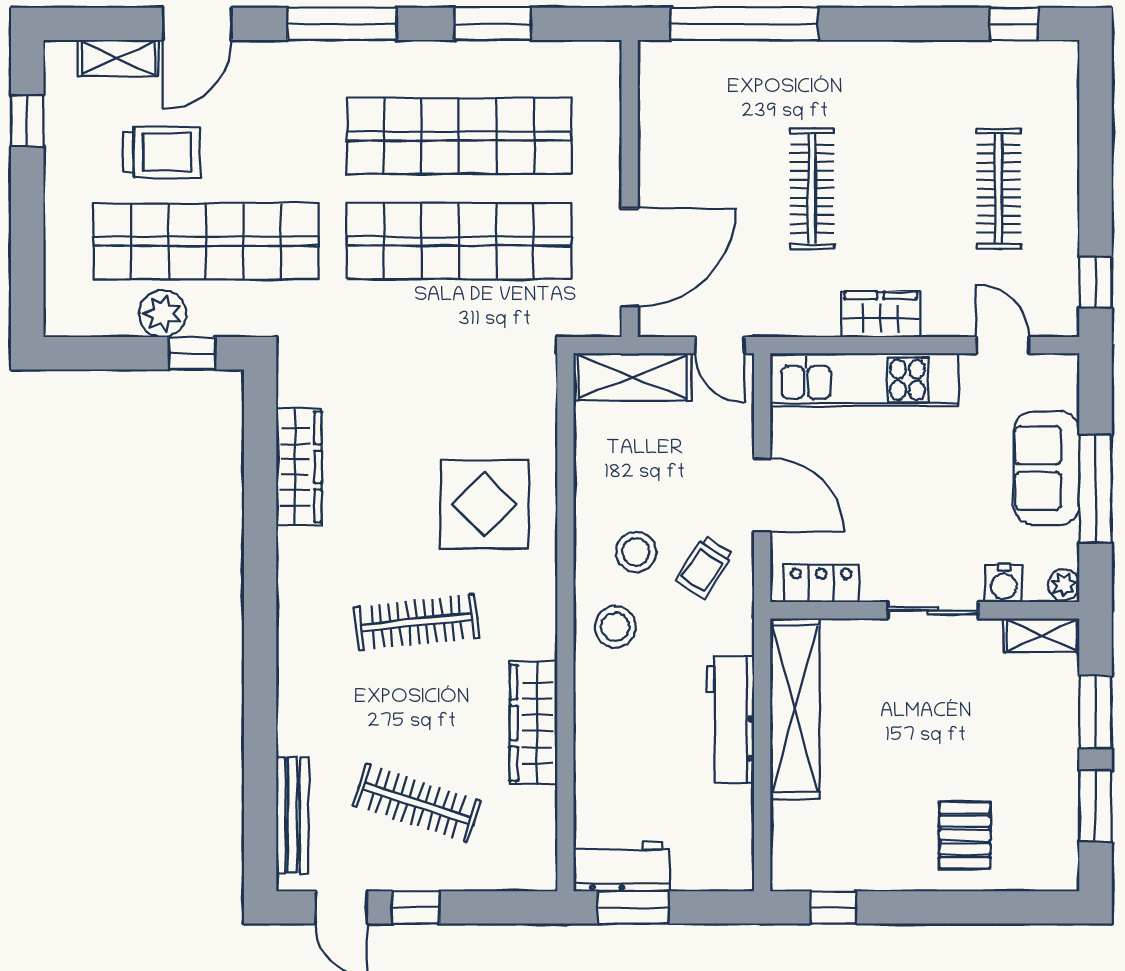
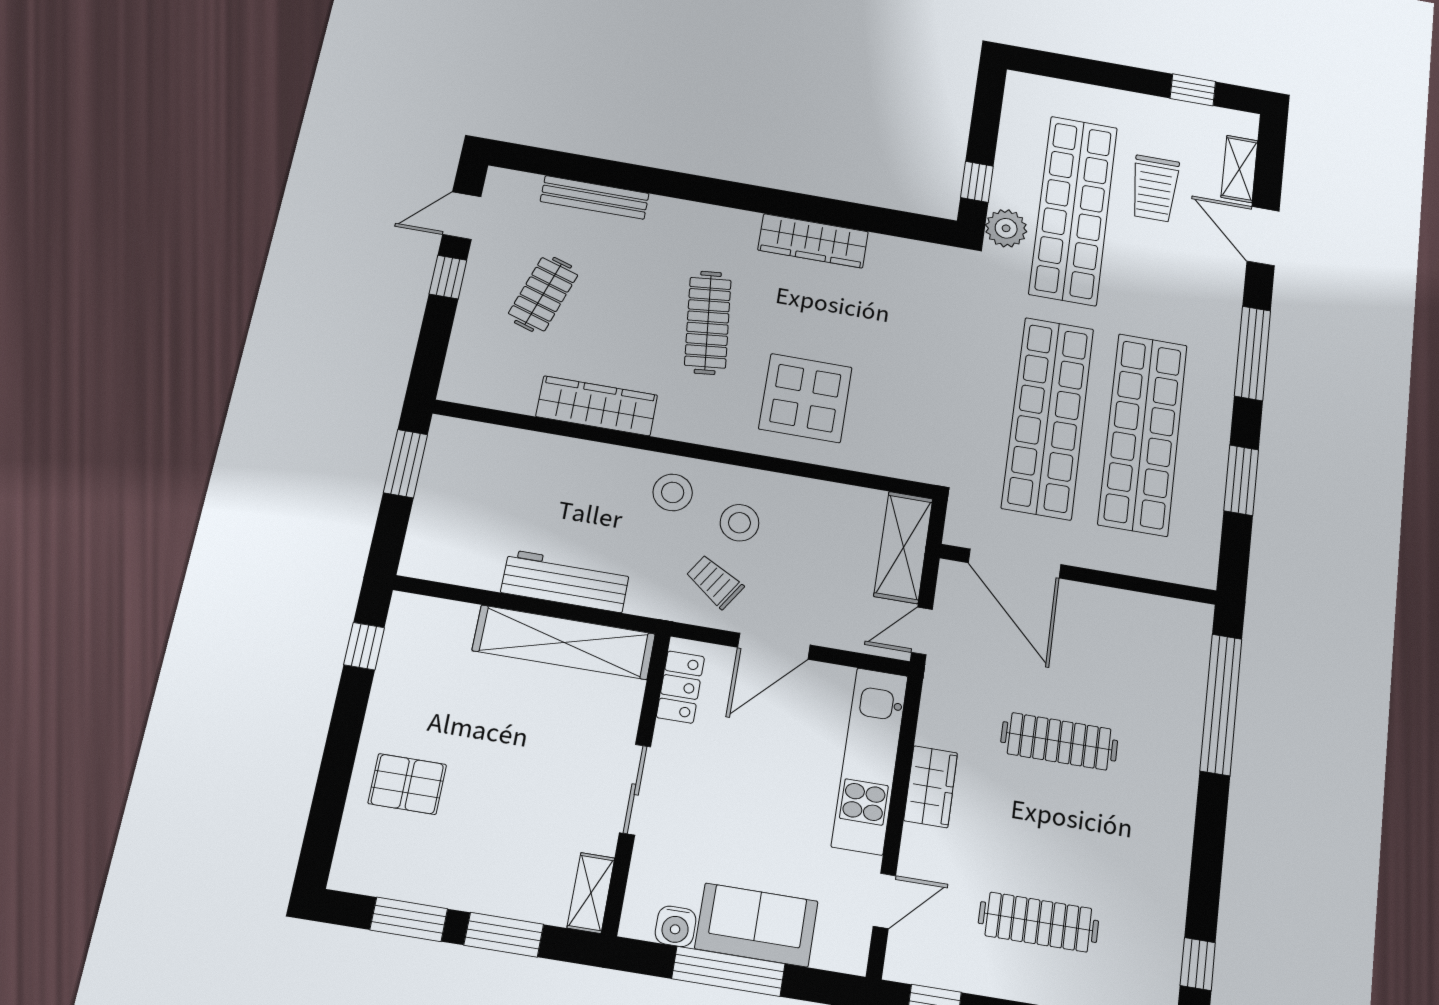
plant: (163, 314) -> (1006, 228), moved
wardrobe: (299, 467) -> (813, 241), moved
water cooler: (1004, 583) -> (676, 926), moved, turned -90
plant: (1064, 585) -> (637, 923), removed
clothes rail: (417, 803) -> (543, 294), width x0.73
bench: (292, 815) -> (595, 197), moved
workbench: (622, 867) -> (446, 460), removed

